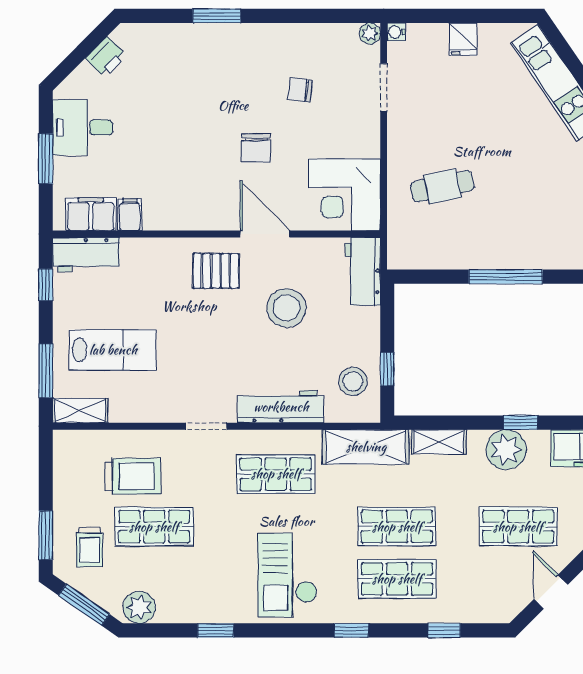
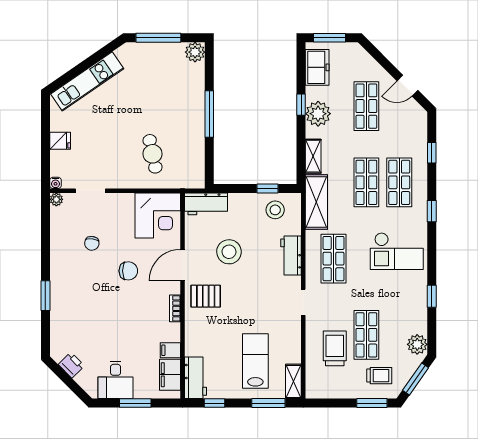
bookcase: (196, 222) -> (175, 308), added
pallet: (216, 271) -> (206, 296), turned 90
workbench: (281, 407) -> (291, 255), width x0.73

